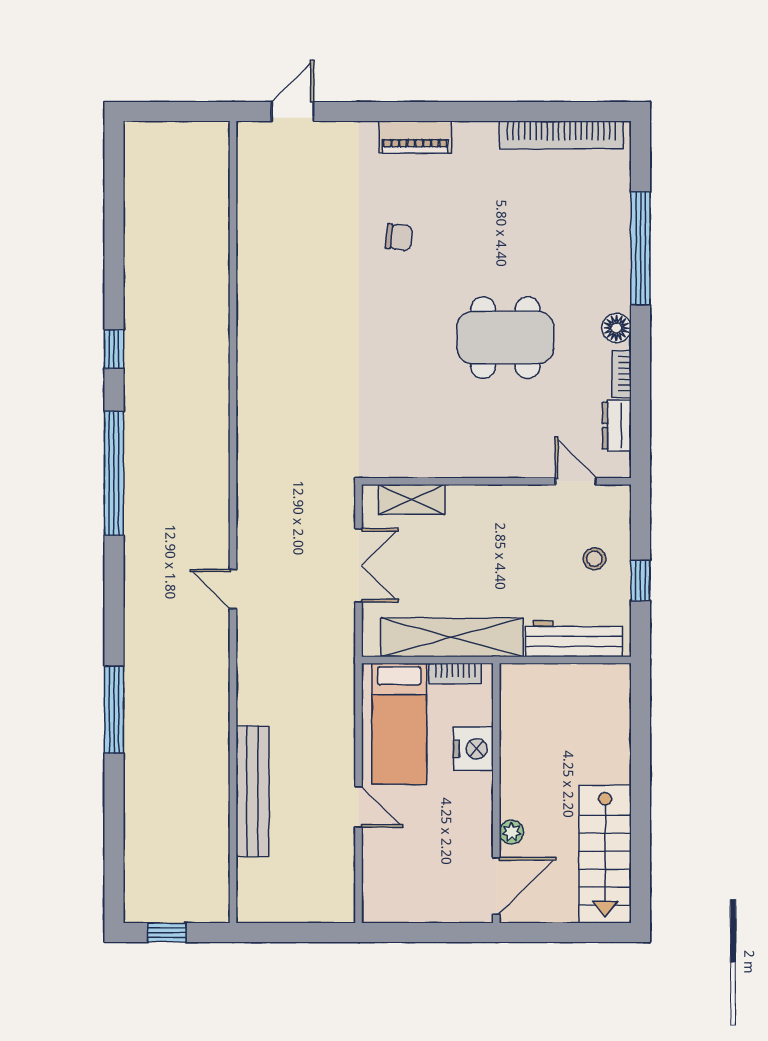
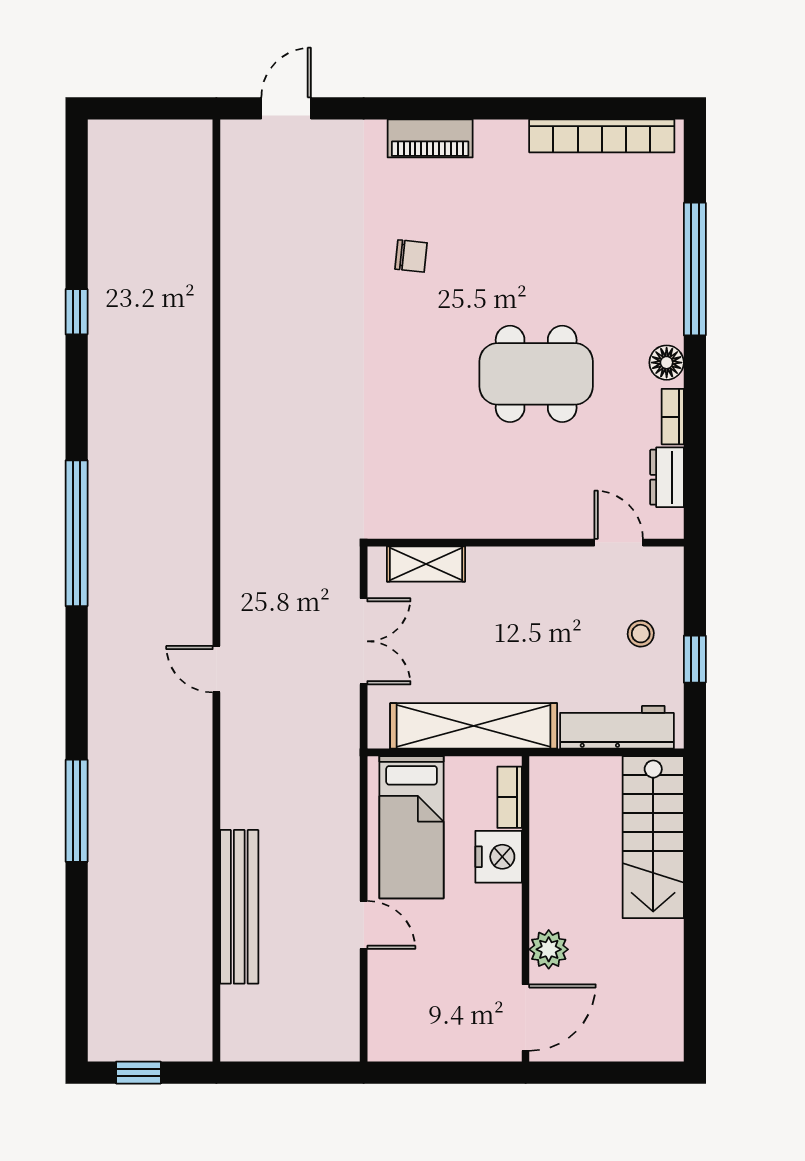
window: (114, 349) -> (77, 312), moved
bookcase: (455, 673) -> (510, 797), moved, turned 90
plant: (512, 832) -> (549, 949), width x1.38, depth x1.38
stairs: (605, 854) -> (653, 837), moved

